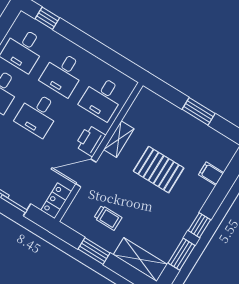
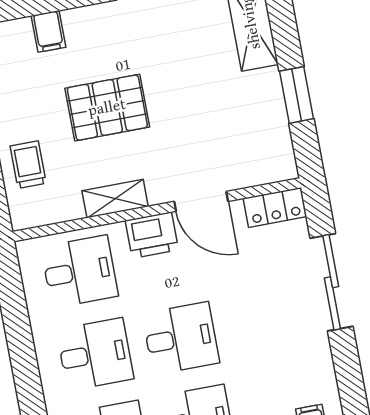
pallet: (159, 170) -> (107, 108), turned 90
trolley: (108, 218) -> (28, 165), moved

